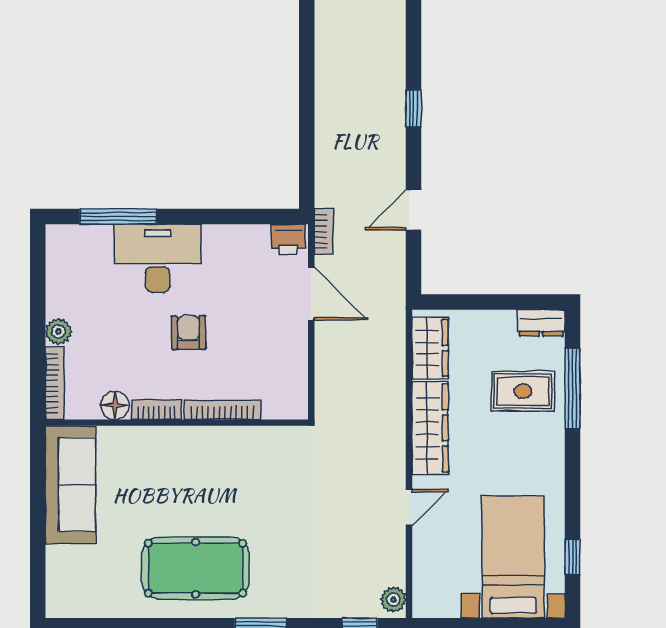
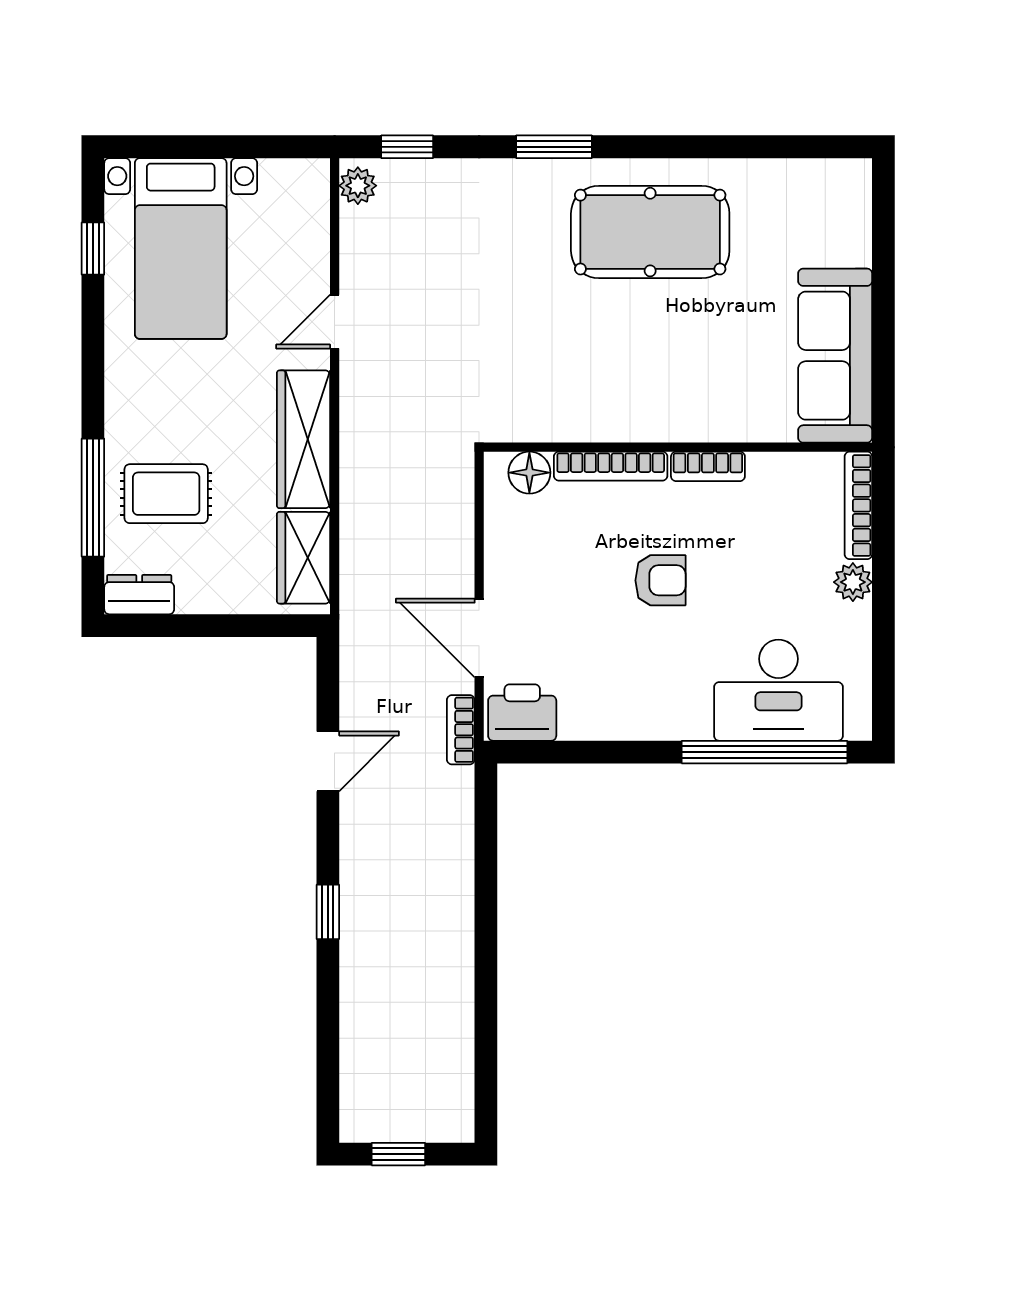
window: (118, 216) -> (765, 752), width x1.46
printer: (288, 239) -> (522, 713), width x1.36, depth x1.24
desk: (158, 258) -> (778, 690), moved
armchair: (189, 333) -> (660, 580), turned -89
floor lamp: (115, 405) -> (529, 473), moved

